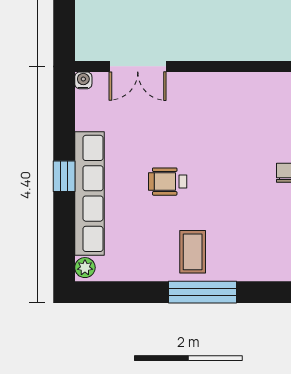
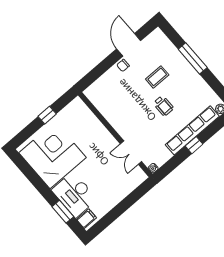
double door: (138, 66) -> (131, 153), swing flipped
coffee table: (193, 252) -> (157, 77), moved

